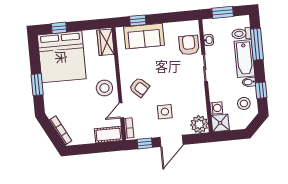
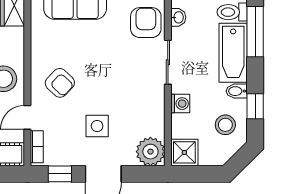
washing machine: (216, 108) -> (180, 104), moved

